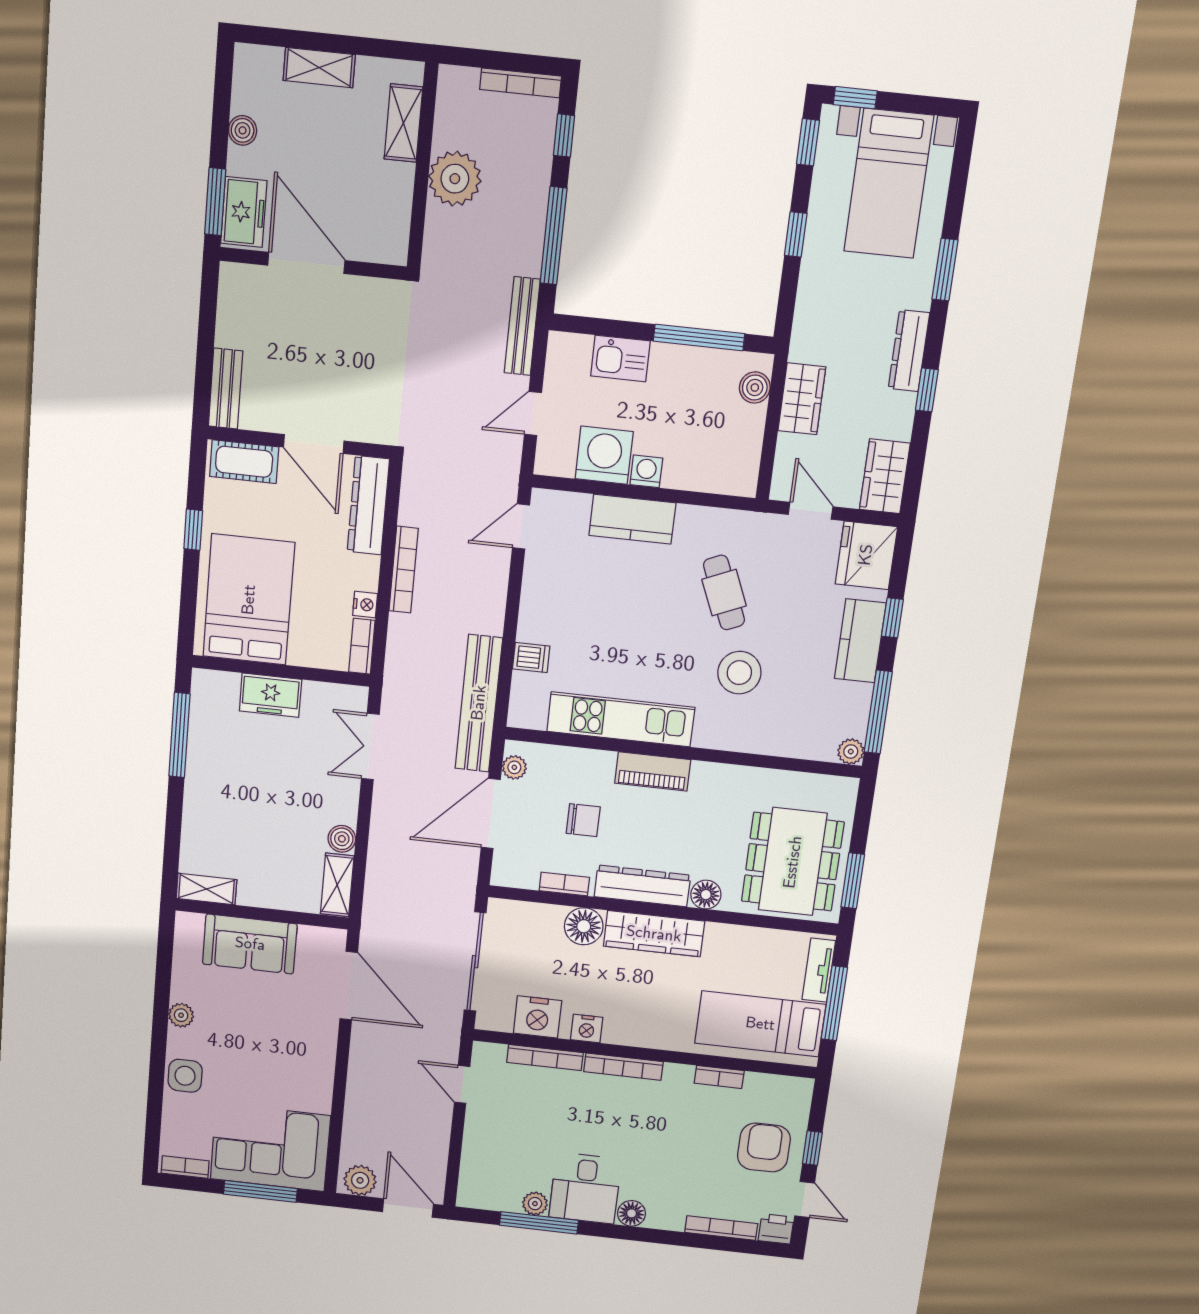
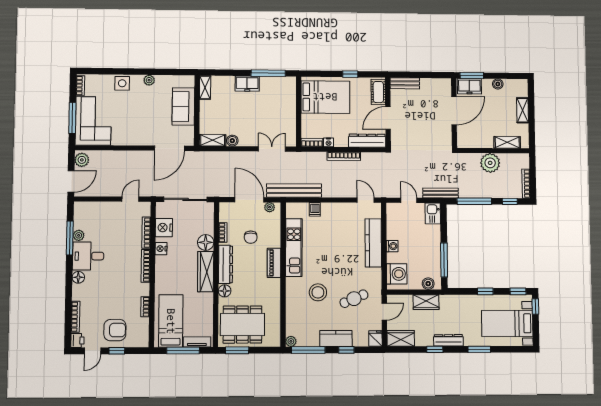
kitchen sink: (620, 358) -> (433, 213), moved
washing machine: (604, 455) -> (397, 274), moved
kitchen counter: (632, 519) -> (373, 243), width x1.50
fridge: (866, 555) -> (375, 338), width x0.53, depth x0.75
cafe table: (724, 593) -> (354, 299), moved
freezer: (270, 695) -> (247, 84), moved, turned -90

